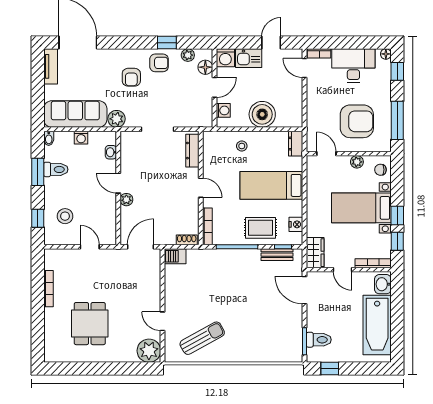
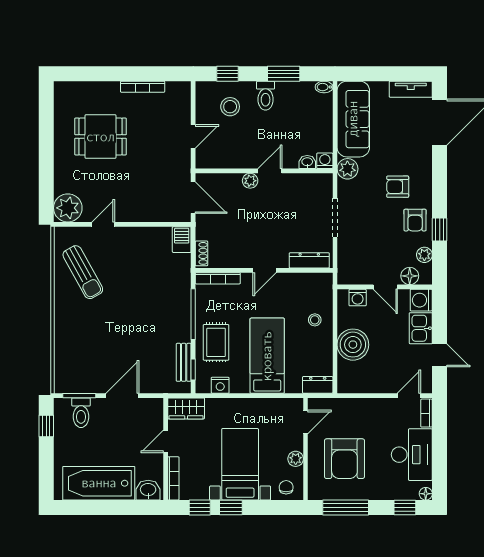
washing machine: (81, 138) -> (325, 161), moved, turned 90
toilet: (56, 169) -> (266, 96), moved
door: (304, 290) -> (122, 396), moved

